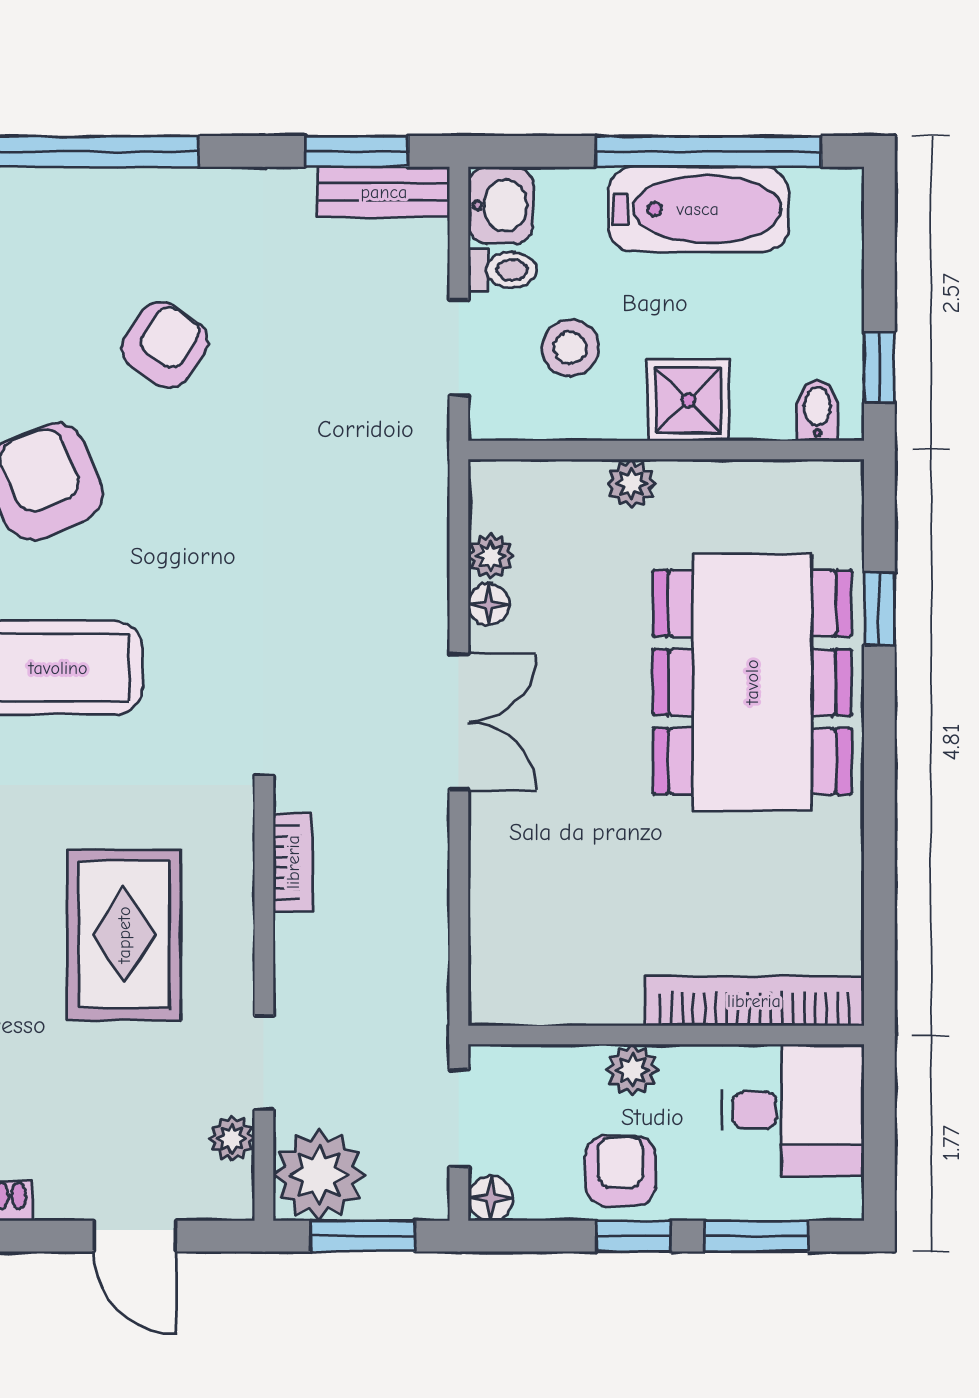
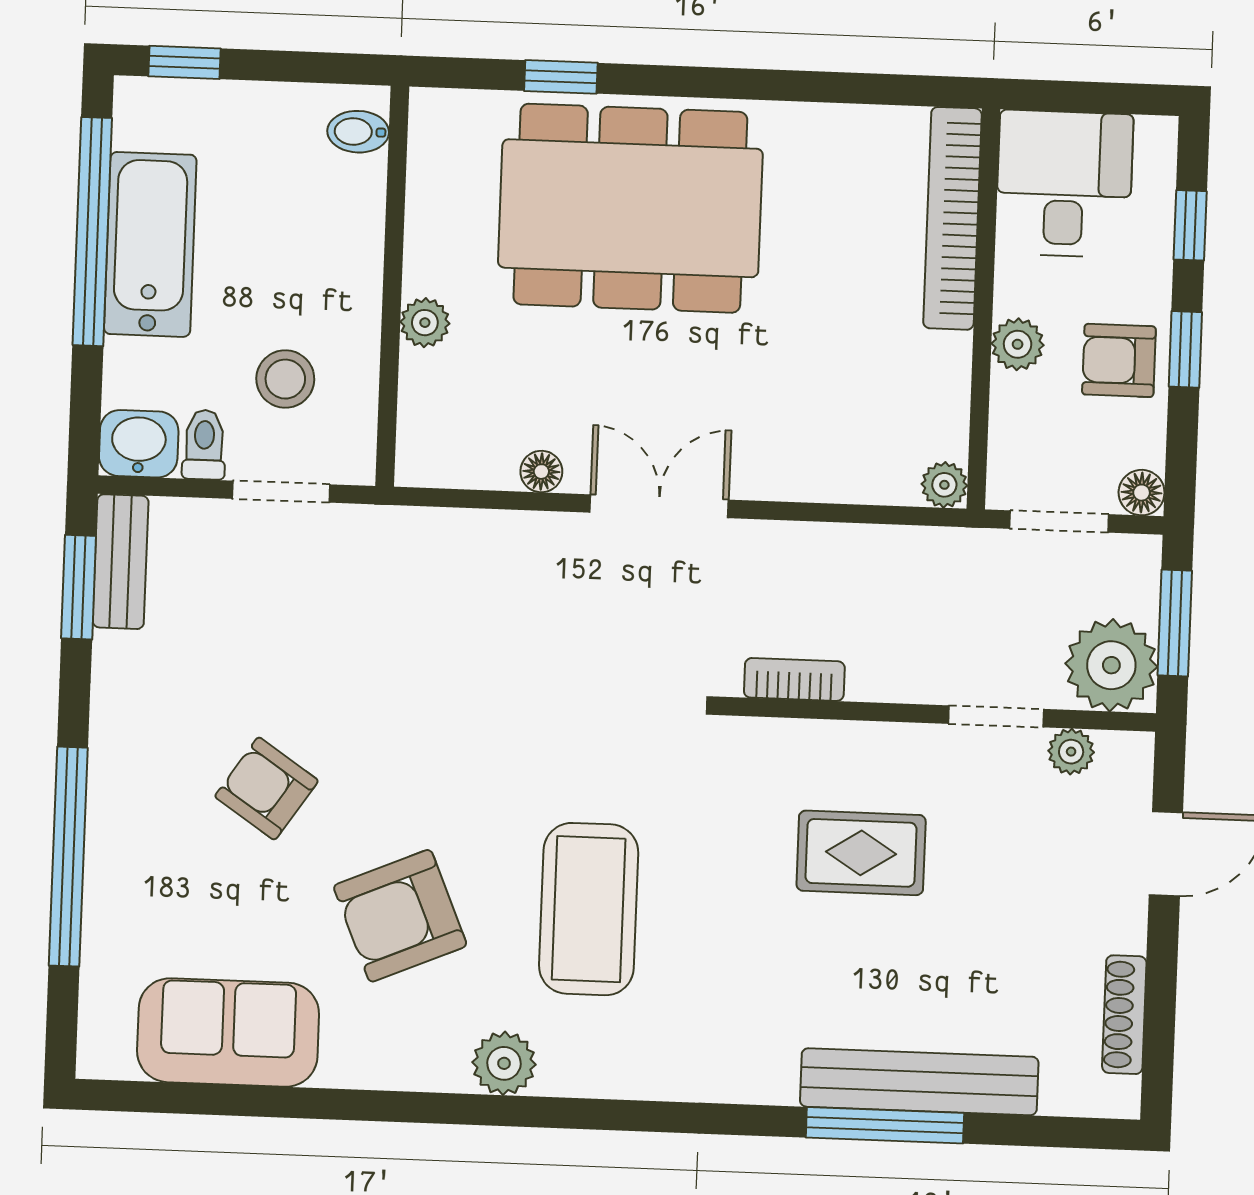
window: (879, 367) -> (185, 62), moved
shower: (688, 400) -> (343, 262), removed
plant: (491, 556) -> (944, 485), moved
rug: (124, 935) -> (861, 853), width x0.73, depth x0.70
window: (757, 1236) -> (1190, 225), width x0.67

